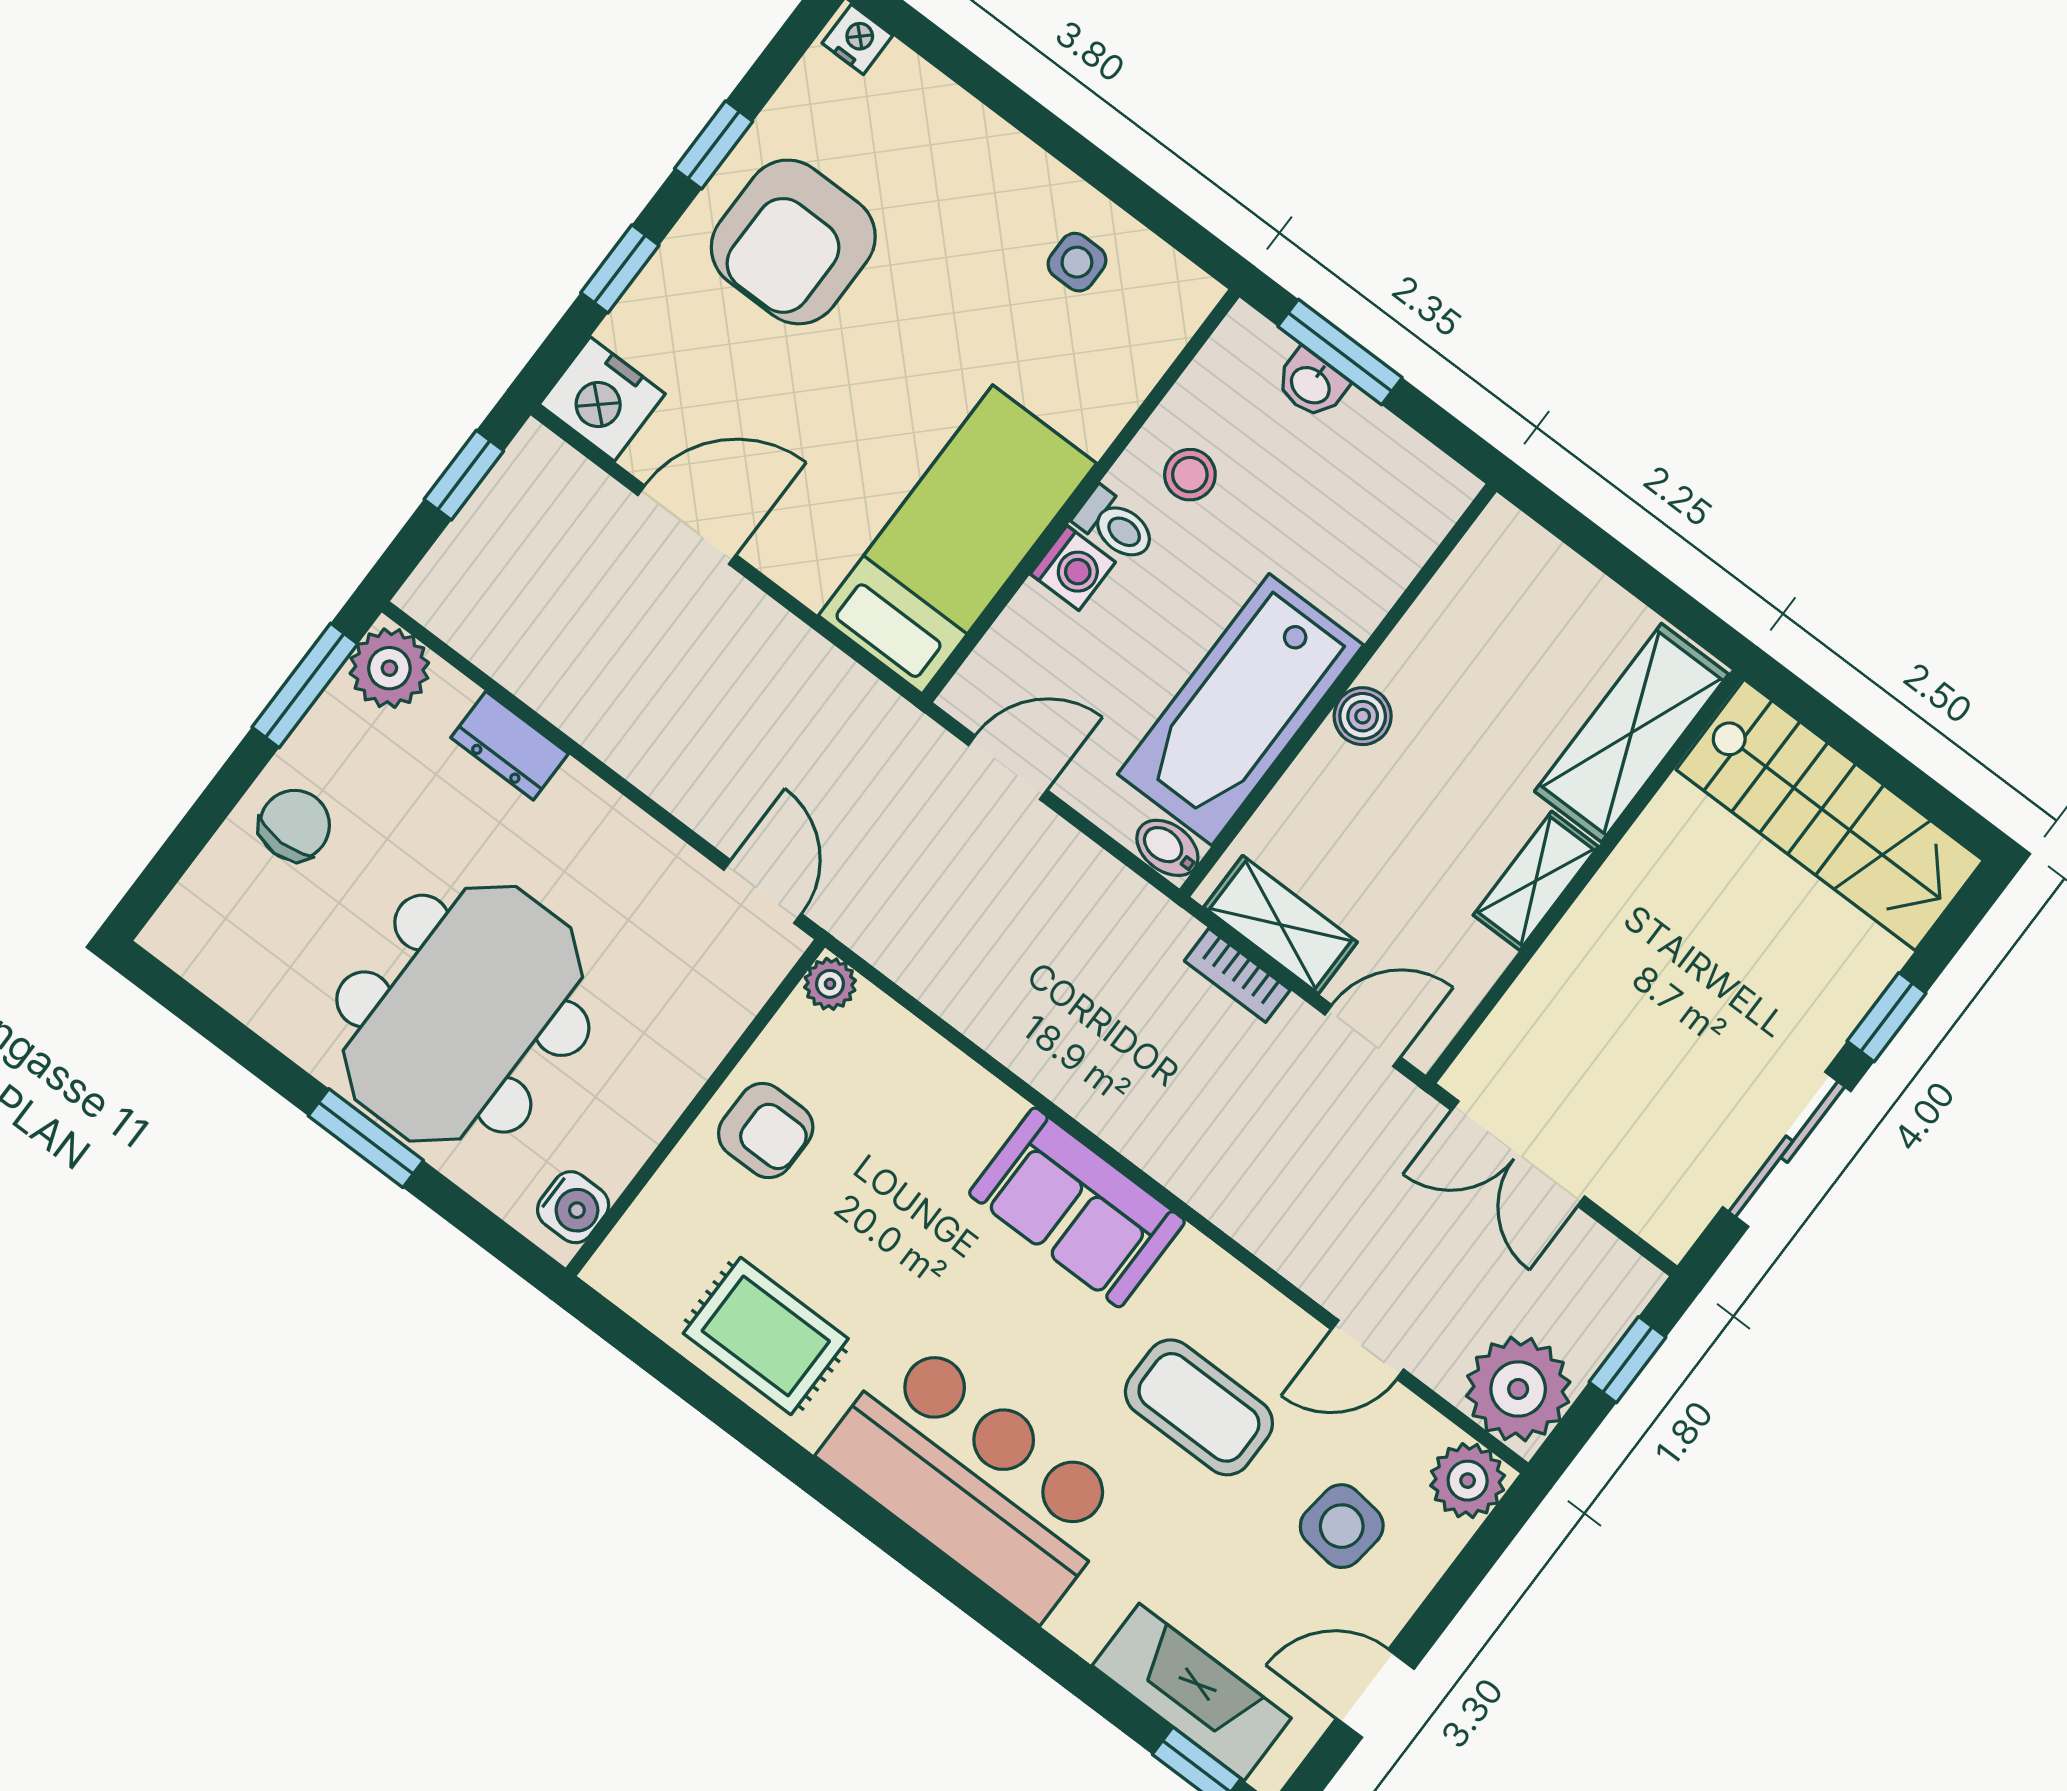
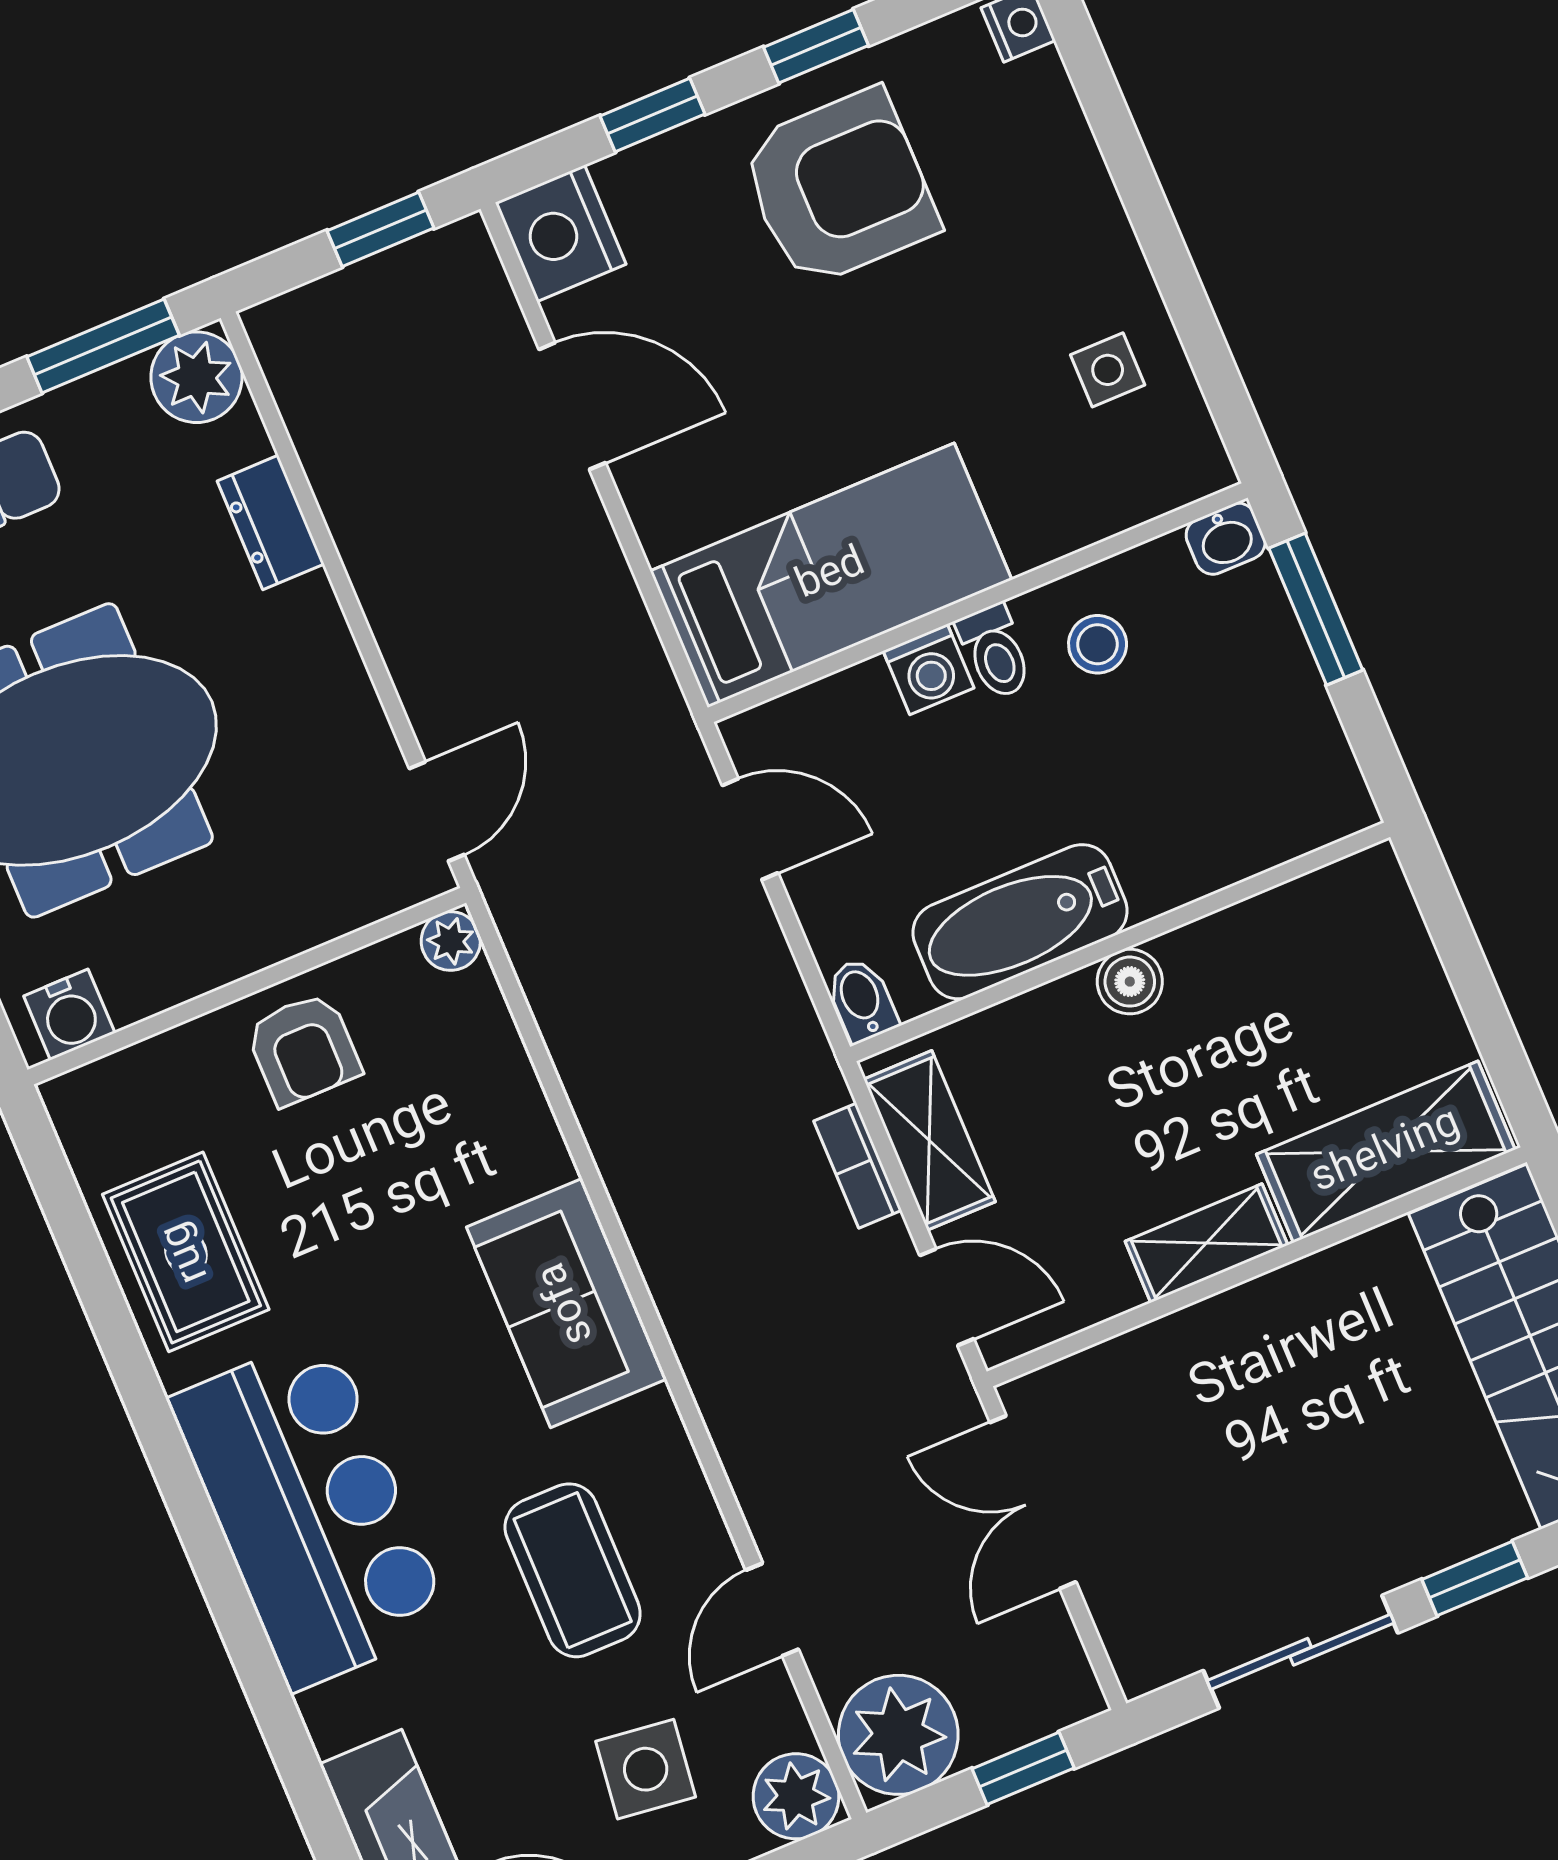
armchair: (793, 242) -> (839, 188), turned 180
washbasin: (1311, 384) -> (1226, 539), moved, turned -90
bathtub: (1240, 709) -> (1020, 922), width x0.73, depth x0.73
door: (1368, 1349) -> (772, 1610), hinge flipped

